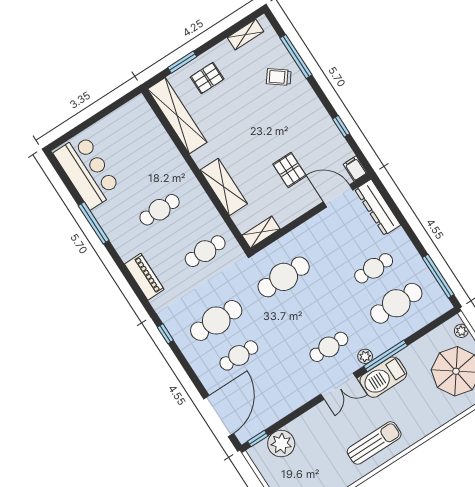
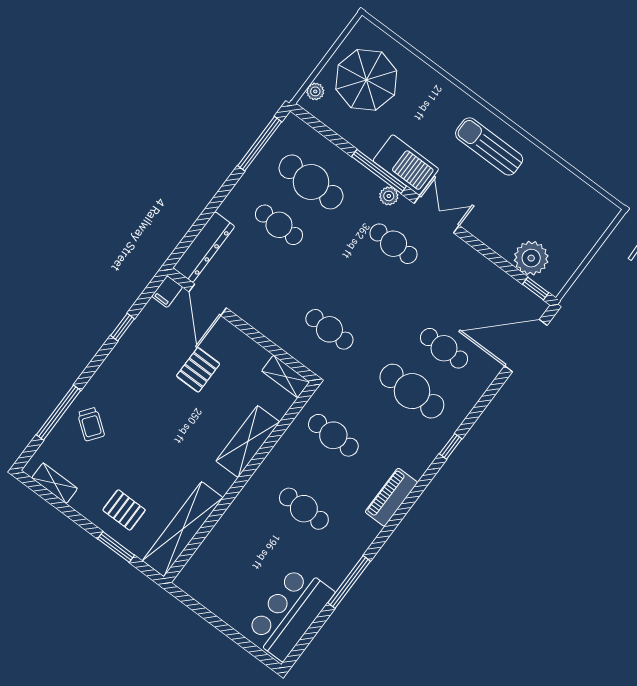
cafe table: (284, 277) -> (329, 329), width x0.73, depth x0.74

